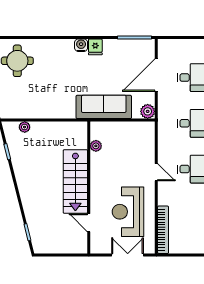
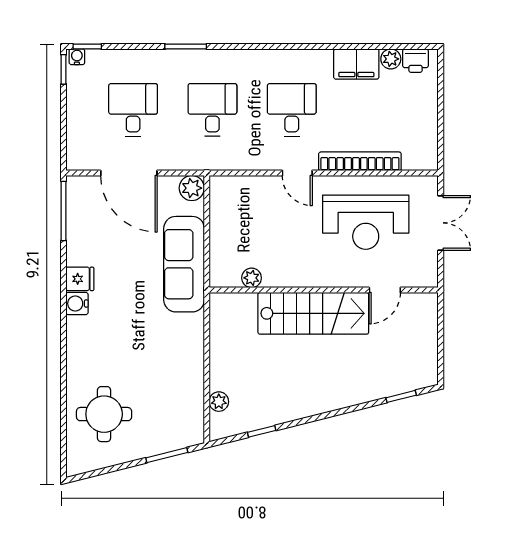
door: (156, 172) -> (297, 173), swing flipped
bookcase: (163, 230) -> (360, 161), moved
double door: (128, 255) -> (441, 223), swing flipped

